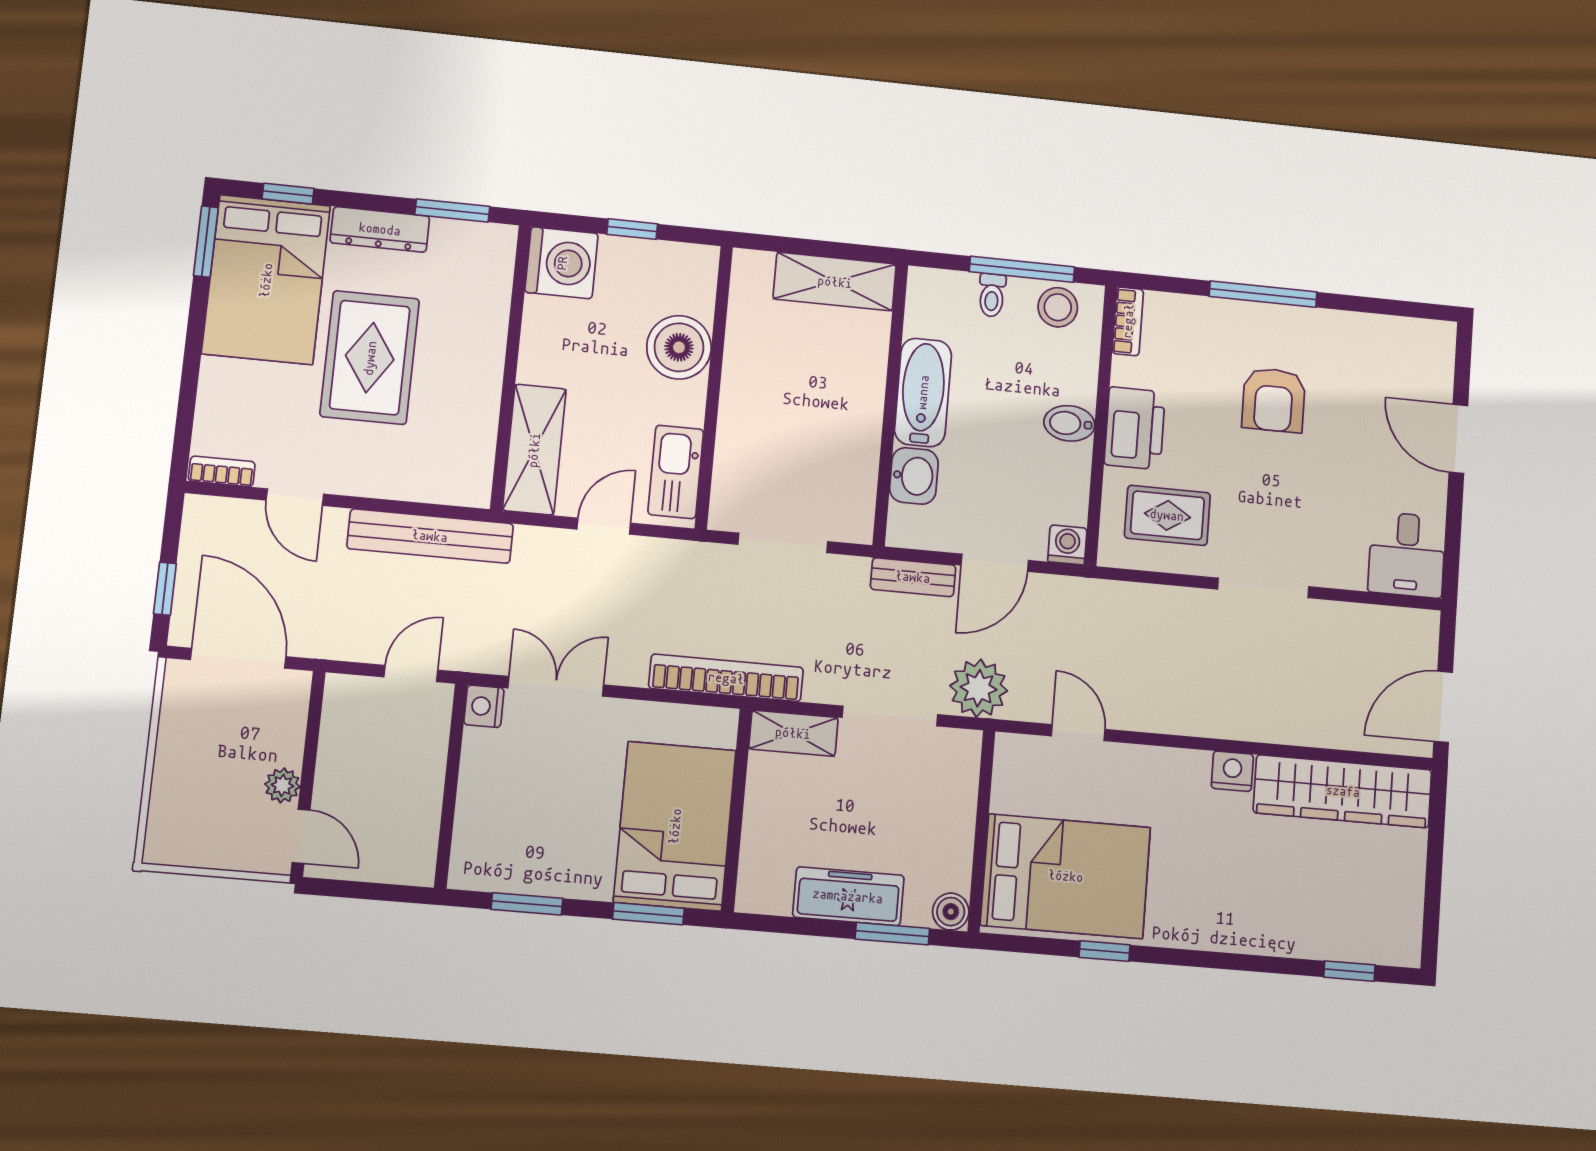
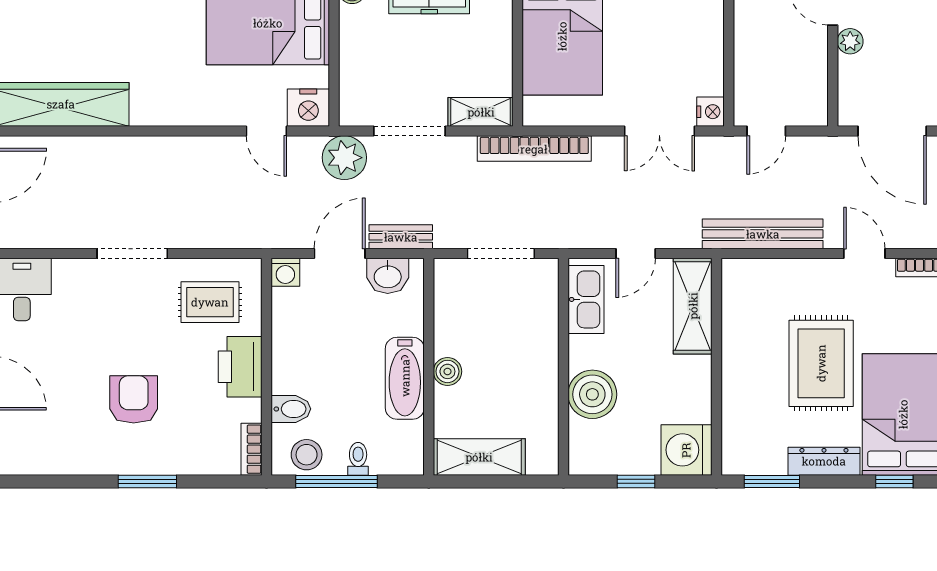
window: (1263, 294) -> (147, 481), width x0.69
boiler: (867, 396) -> (447, 371), added
bidet: (1069, 423) -> (291, 409), moved
washbasin: (914, 476) -> (388, 276), moved, turned -90
nightstand: (1232, 771) -> (308, 108), moved, width x1.36, depth x1.33

